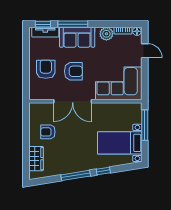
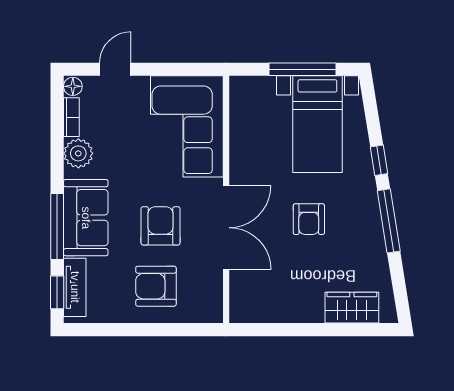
window: (145, 125) -> (302, 69), moved
armchair: (48, 132) -> (309, 219), moved

